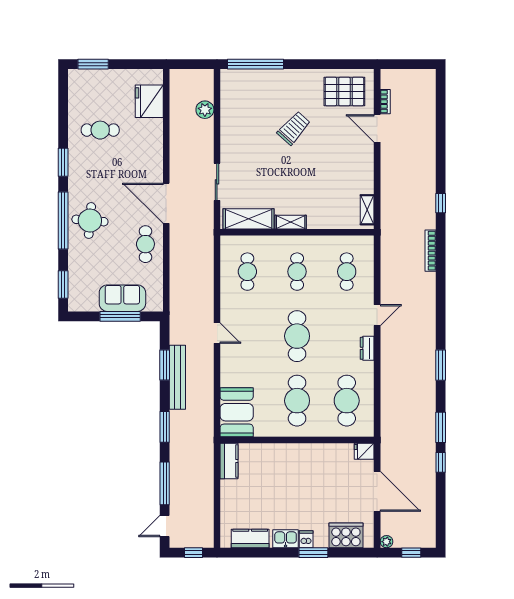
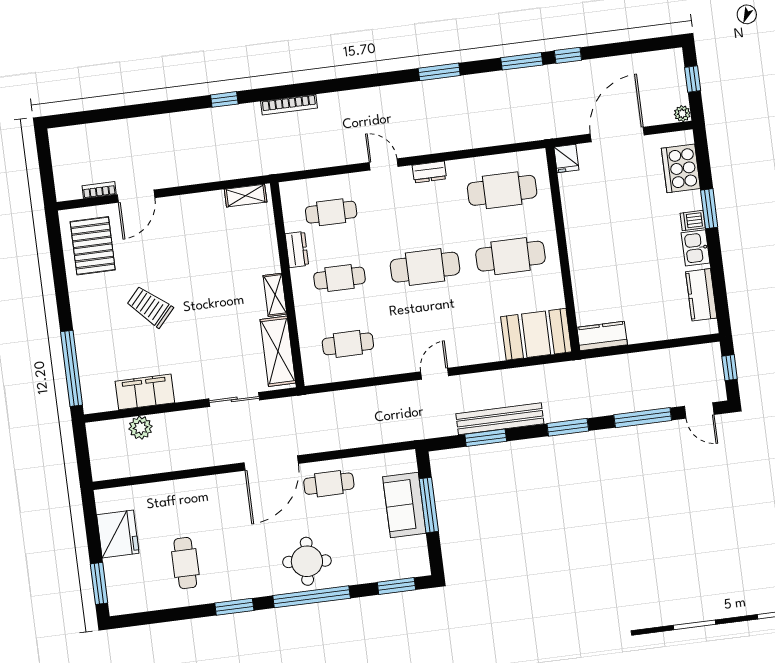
fridge: (149, 101) -> (118, 534), moved, turned -90
filing cabinet: (231, 116) -> (145, 392), added
dresser: (322, 243) -> (297, 250), added

